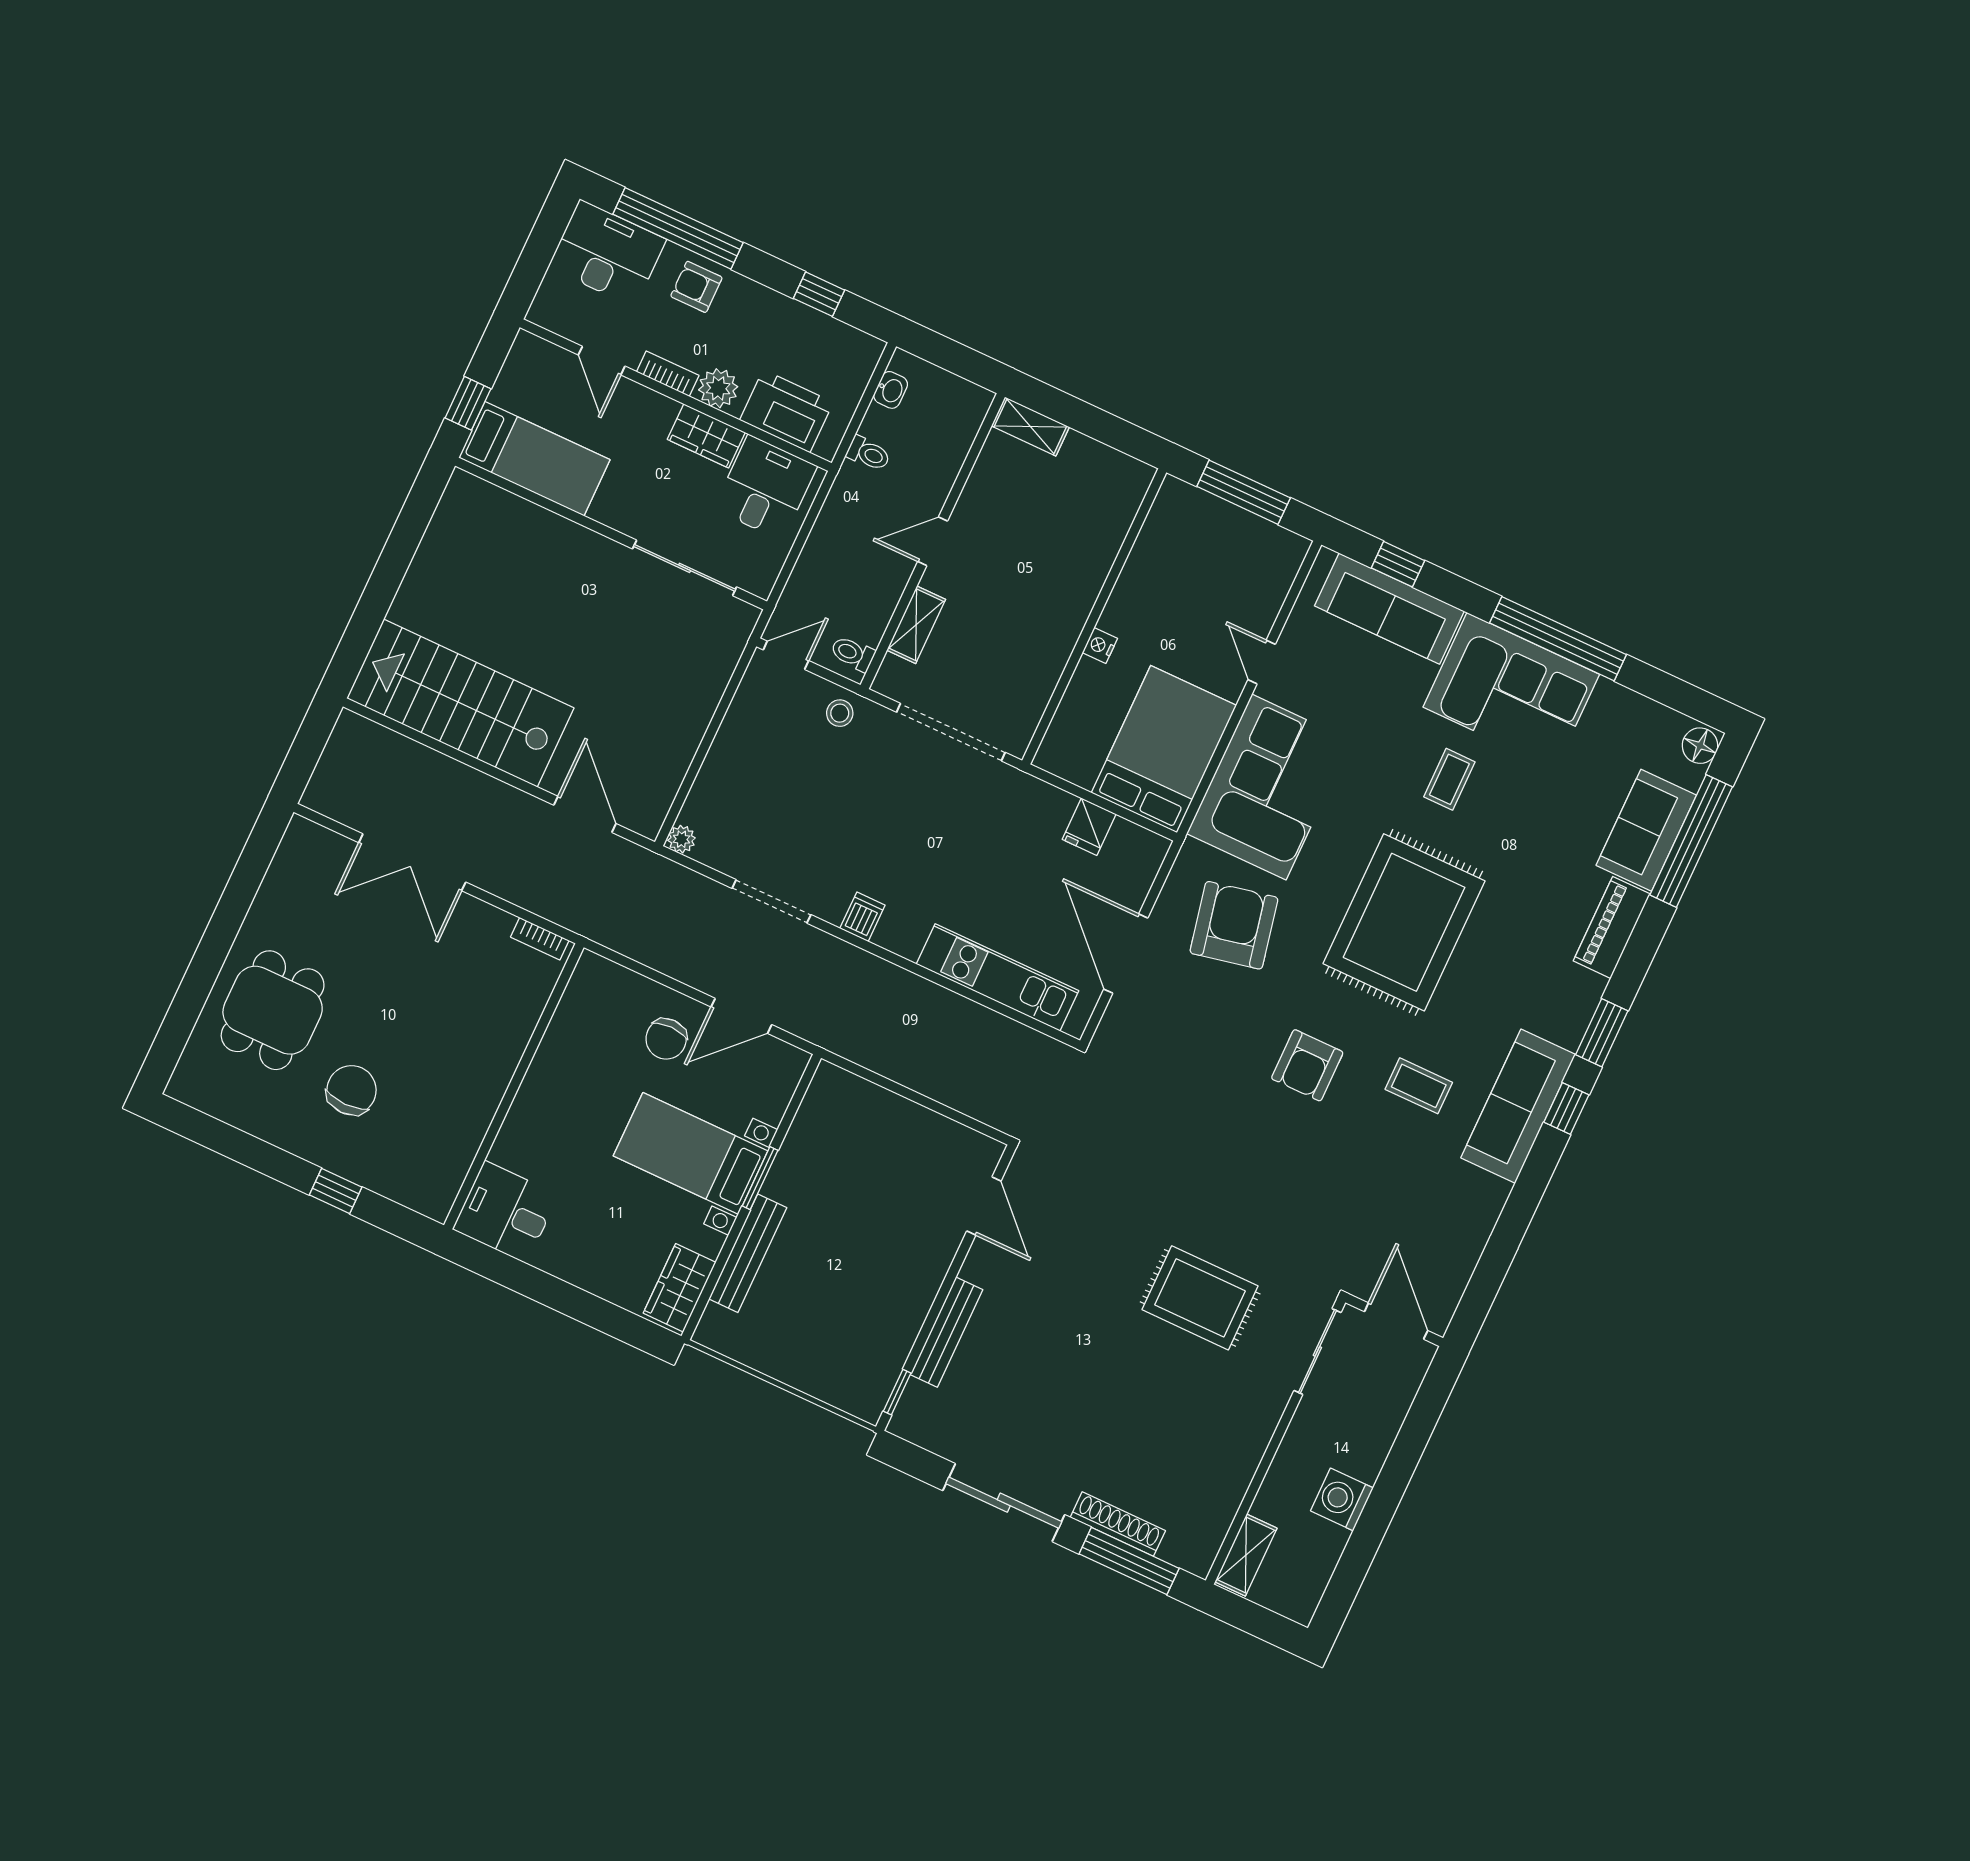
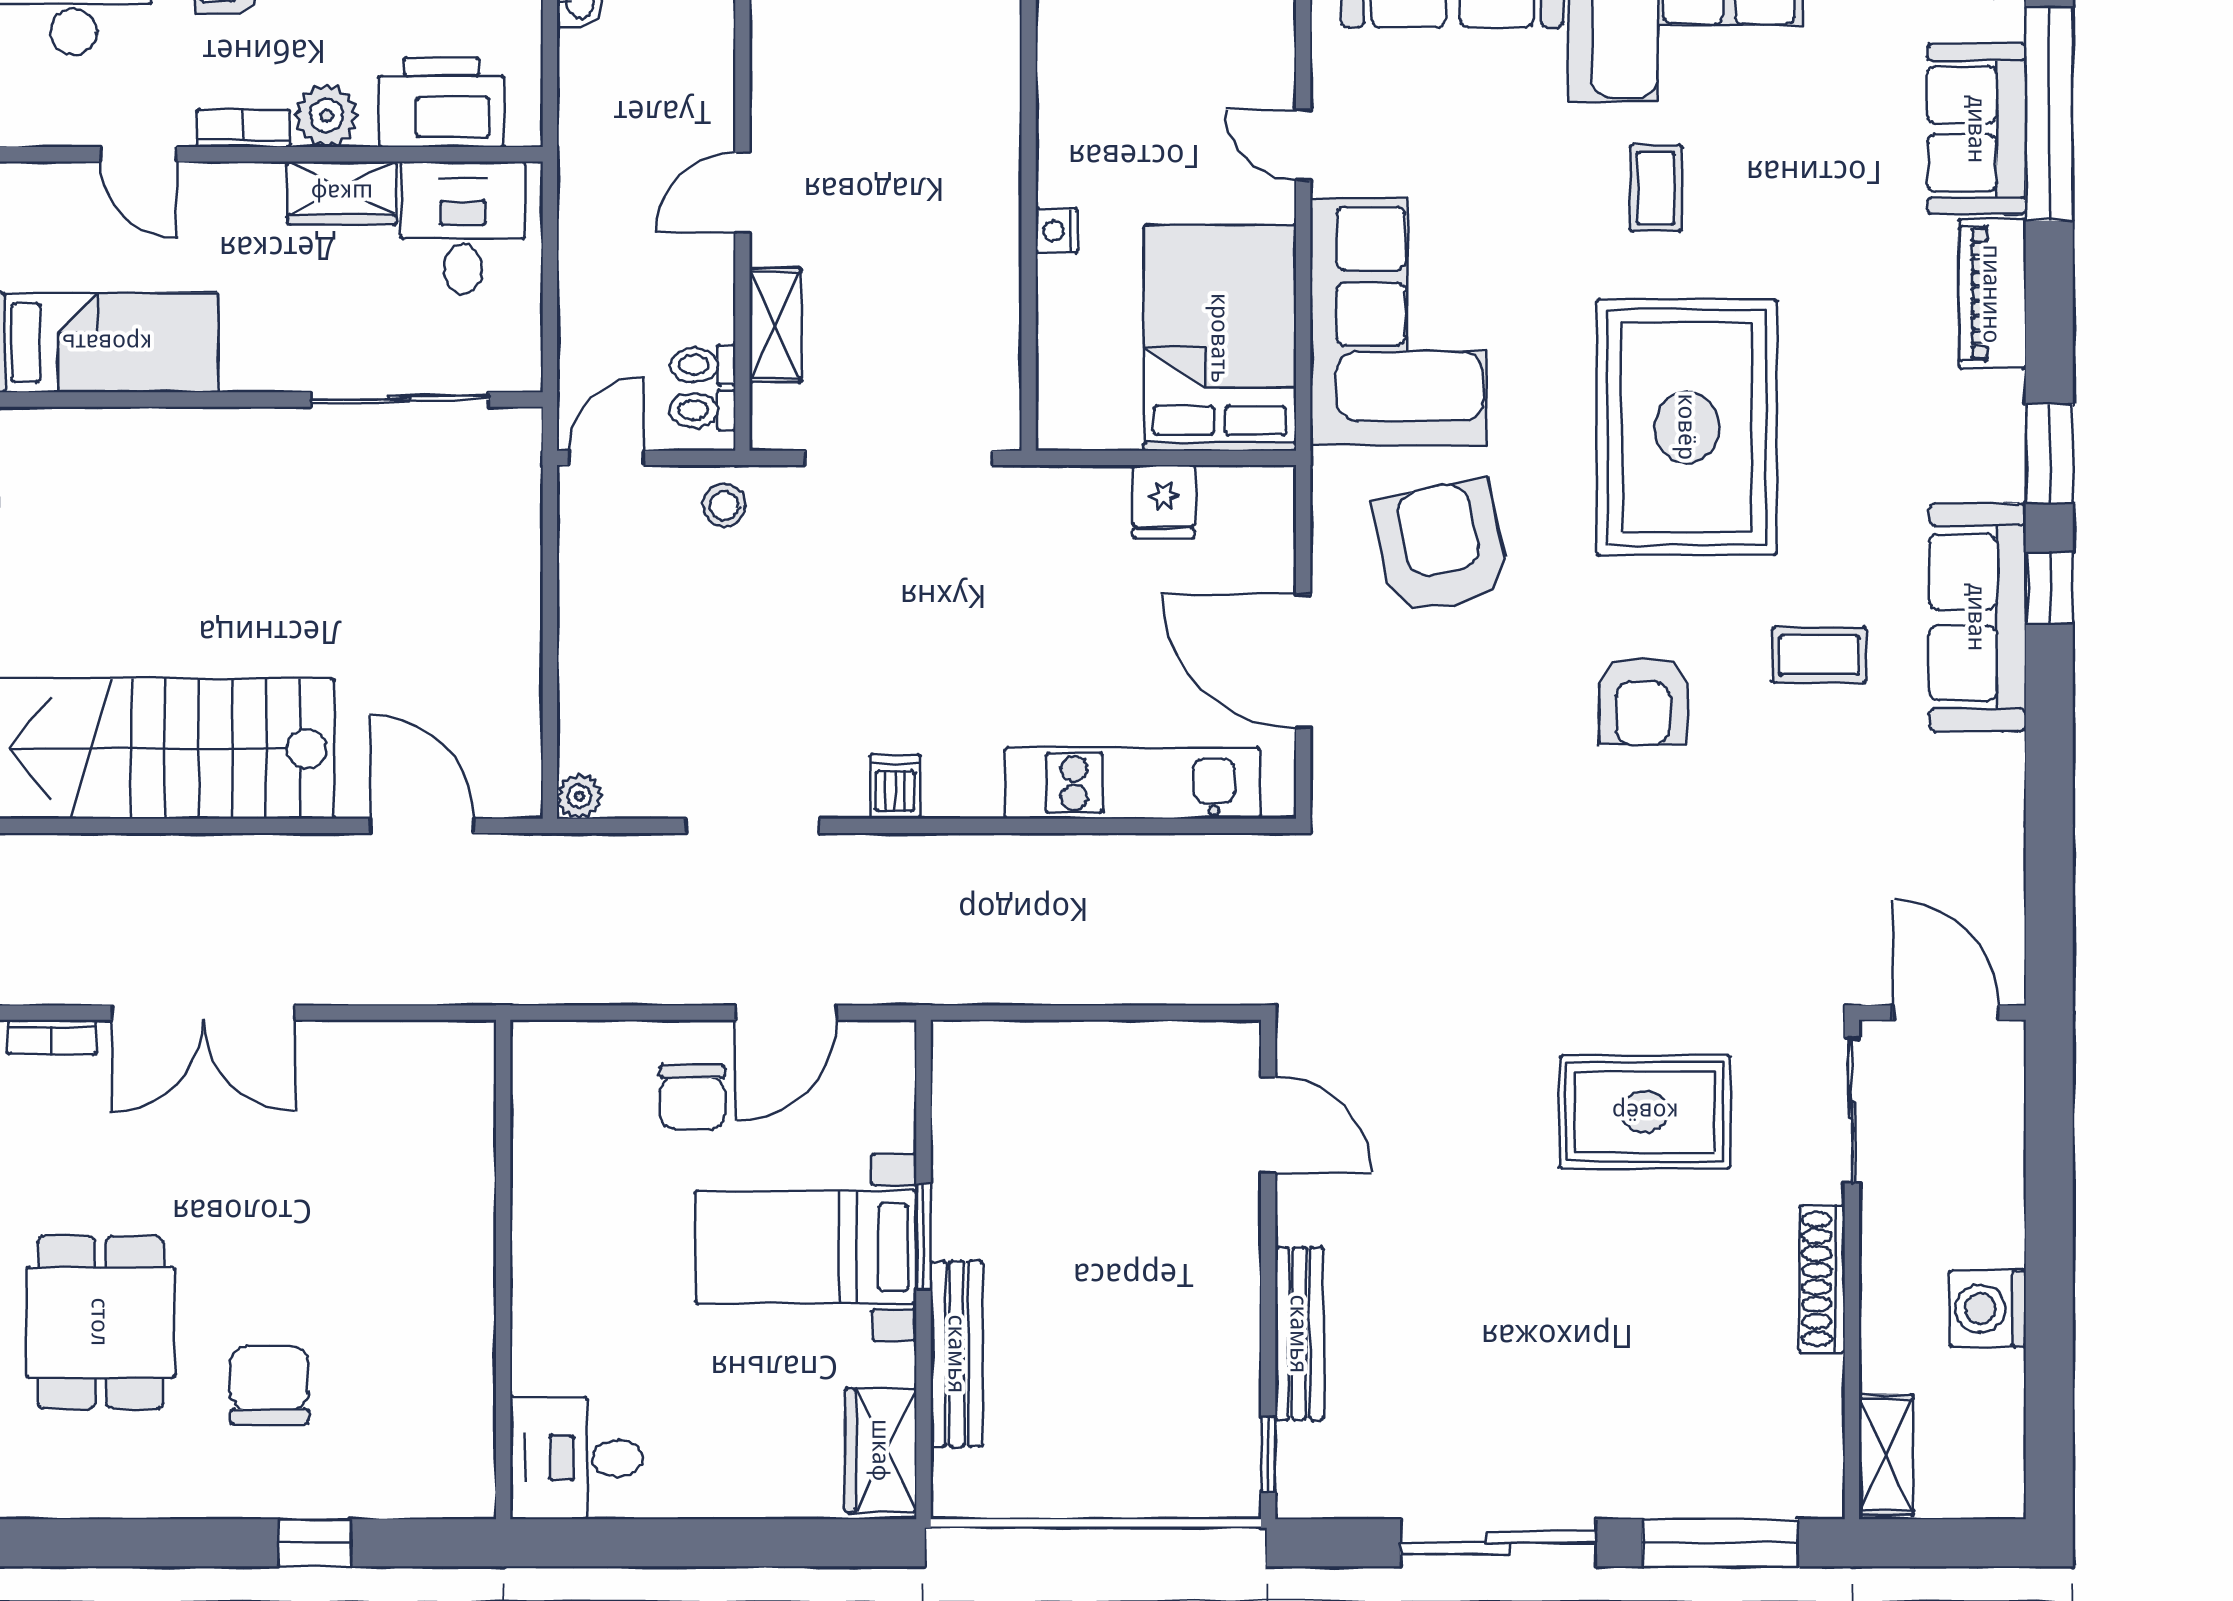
toilet: (868, 453) -> (703, 365), moved, turned 180
bookcase: (540, 939) -> (51, 1037), moved
shoe rack: (1118, 1524) -> (1822, 1279), moved, turned -90

